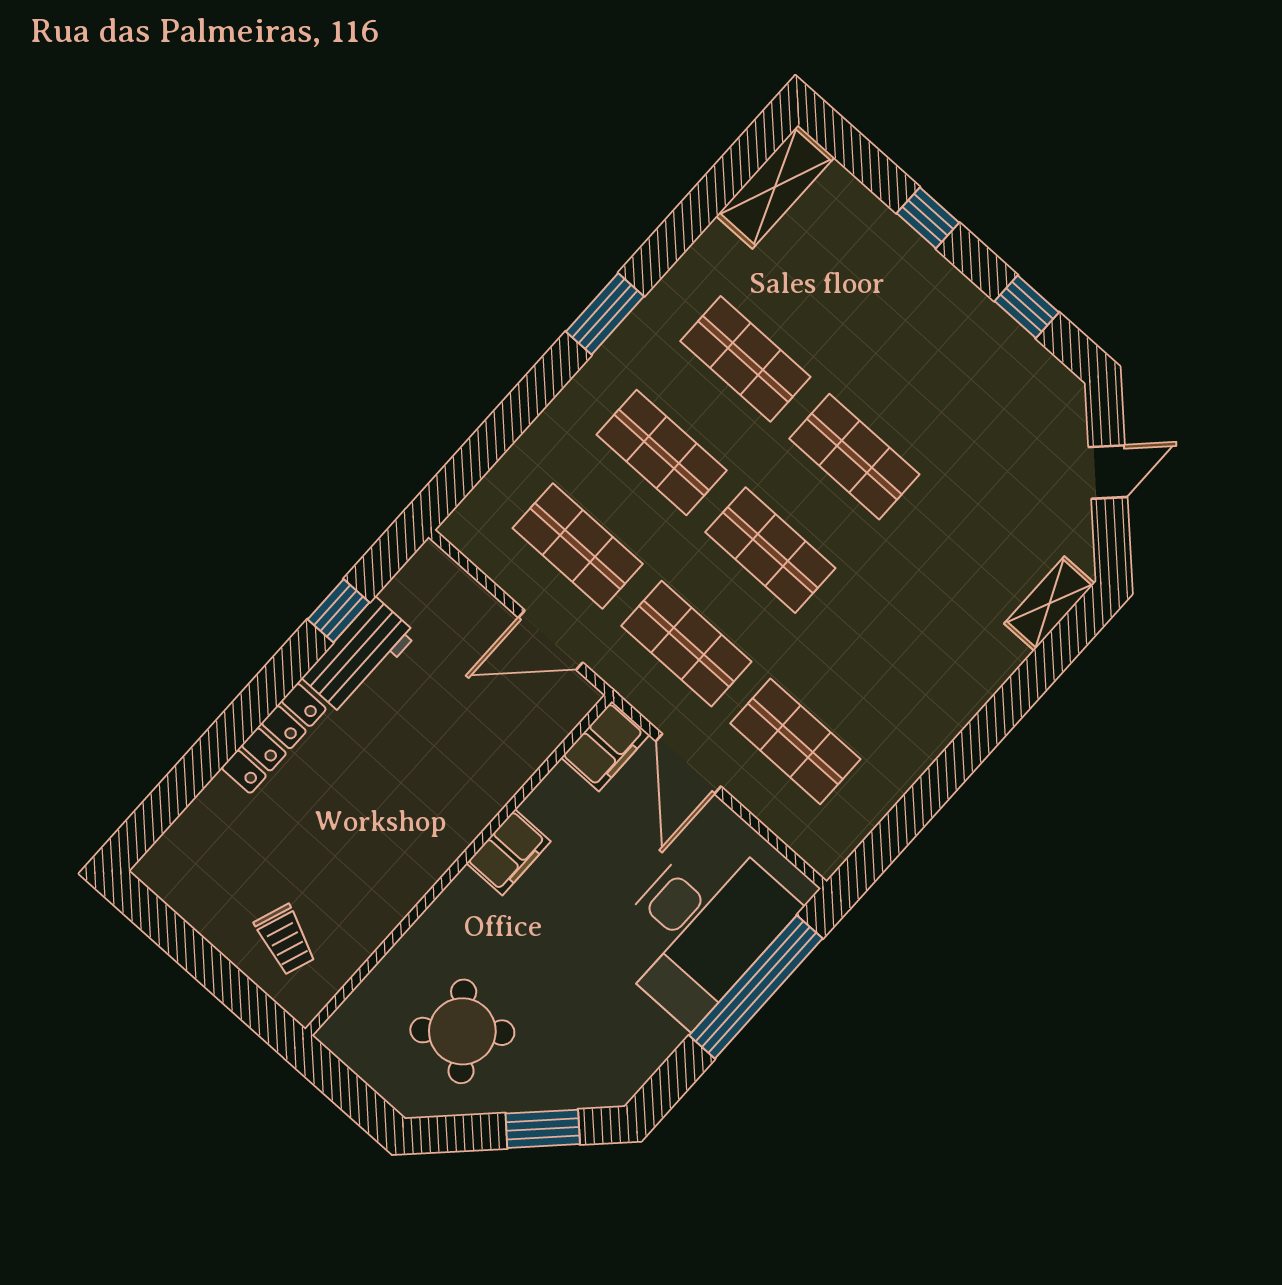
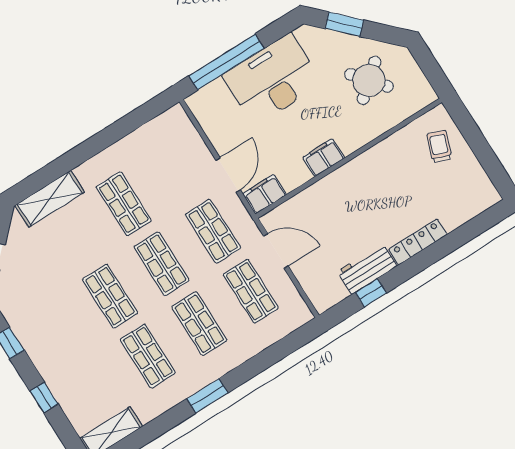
shelving: (1049, 603) -> (50, 199), width x1.50, depth x1.33
shop shelf: (795, 741) -> (124, 204), moved
desk: (701, 927) -> (272, 79), moved

